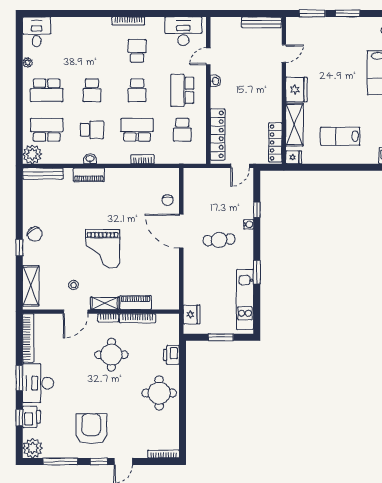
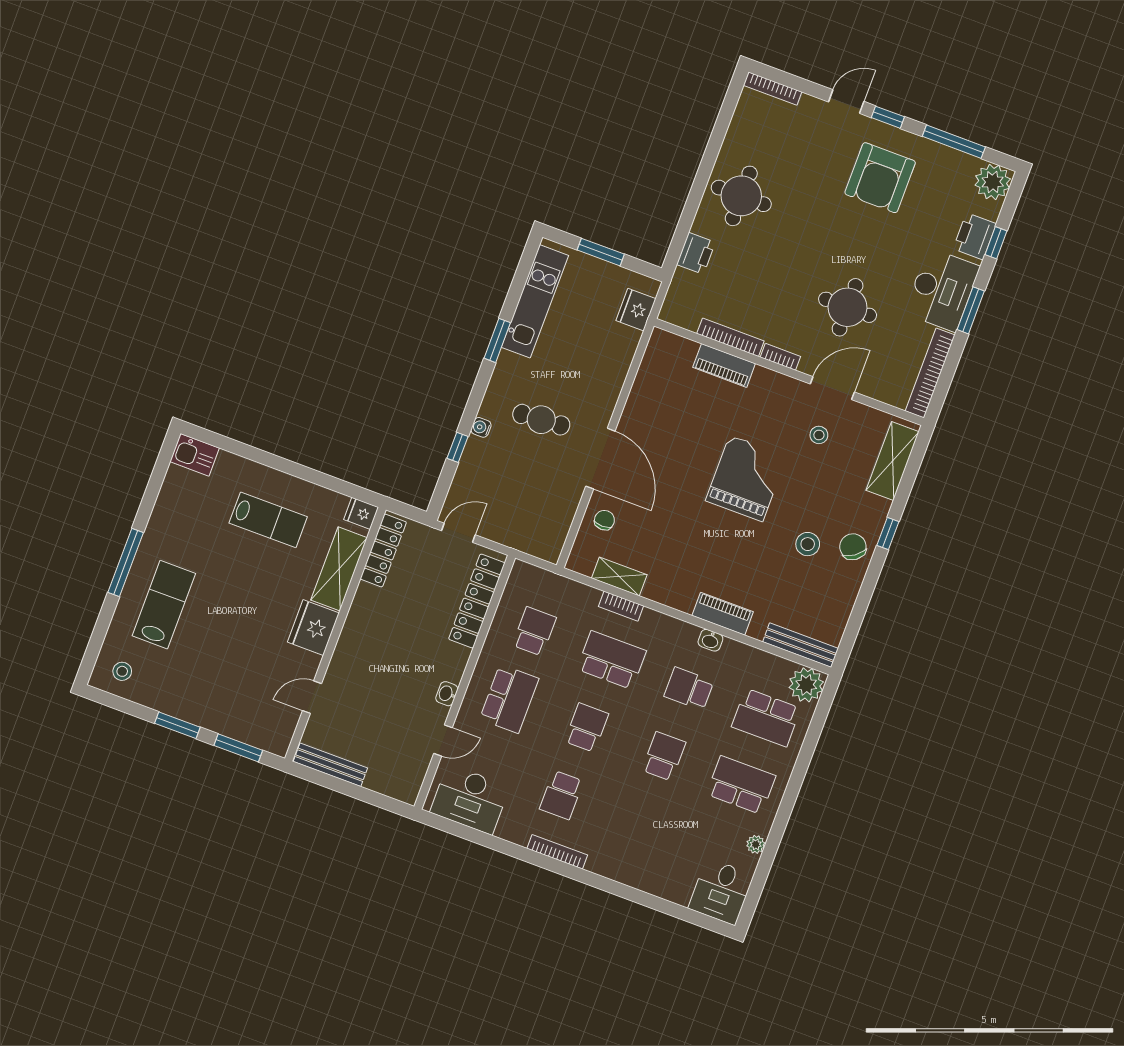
school desk: (137, 130) -> (612, 660), turned 180
stool: (58, 227) -> (808, 544), added
shelving: (105, 303) -> (619, 576), moved
round table: (111, 355) -> (848, 307), moved

